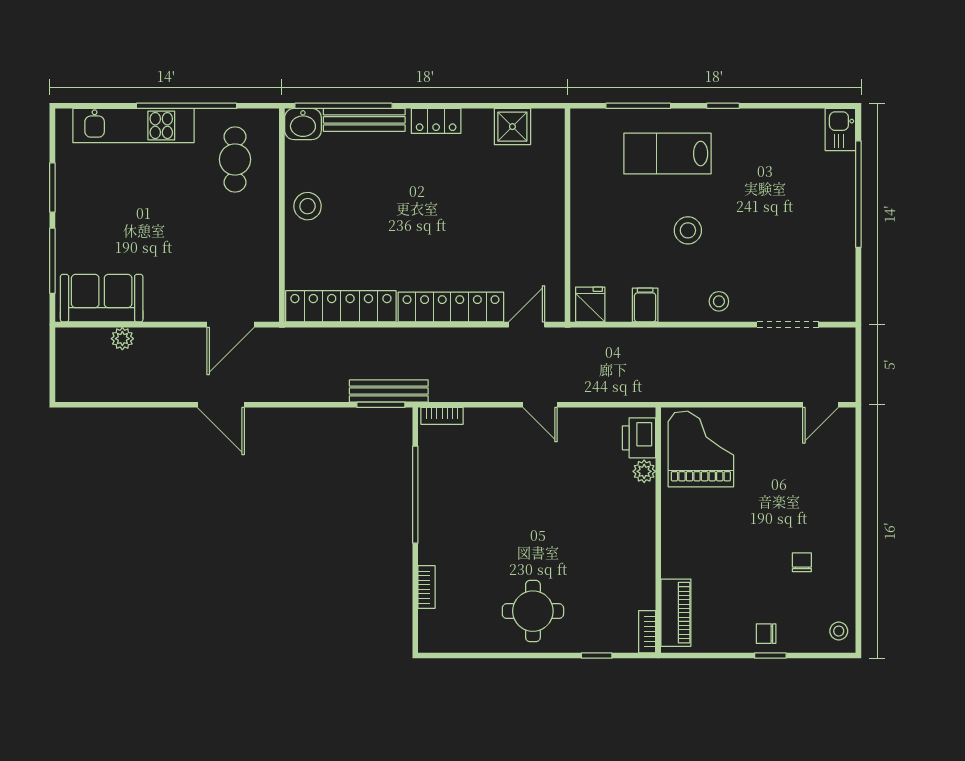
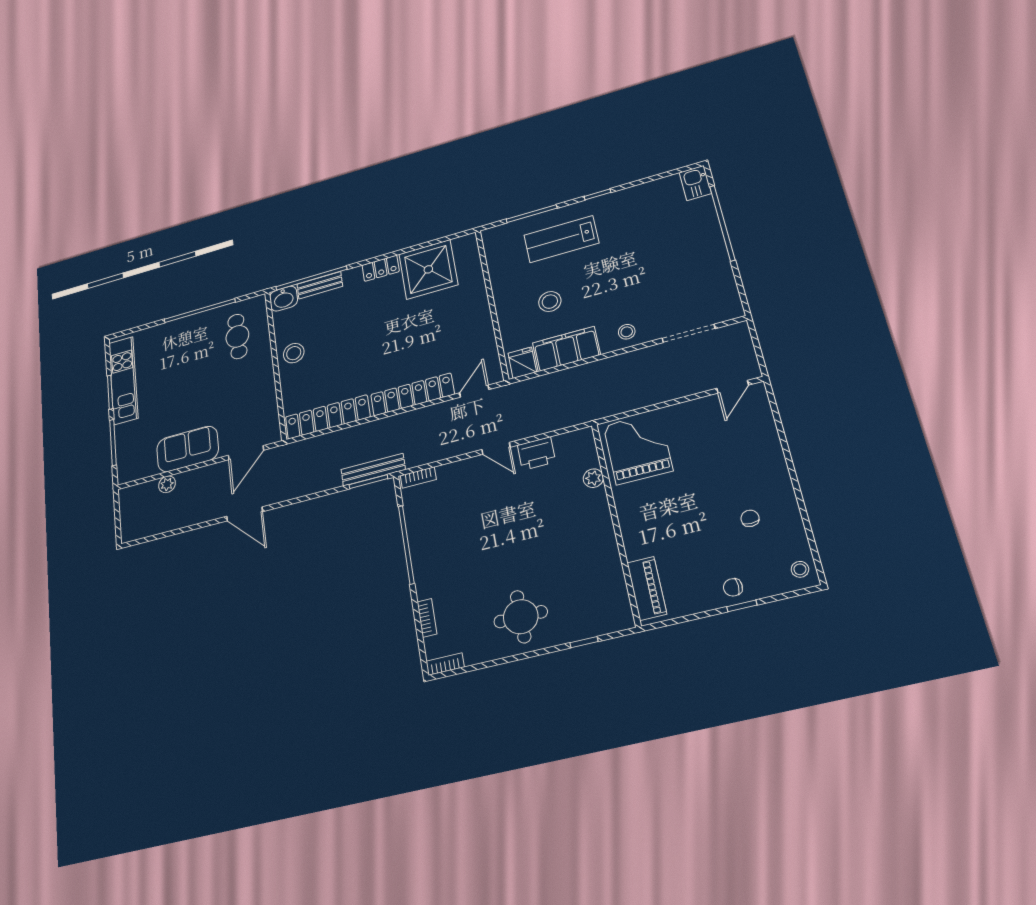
bench: (364, 120) -> (320, 285), width x0.73
kitchen unit: (133, 126) -> (123, 380), moved, turned -90
shower: (512, 127) -> (428, 269), width x1.86, depth x1.86
stool: (688, 230) -> (550, 302), moved
sofa: (102, 298) -> (188, 449), moved
filing cabinet: (645, 305) -> (566, 349), width x3.00, depth x1.17
printer: (639, 438) -> (536, 453), moved, turned -90
bookcase: (647, 632) -> (445, 664), moved, turned 90

